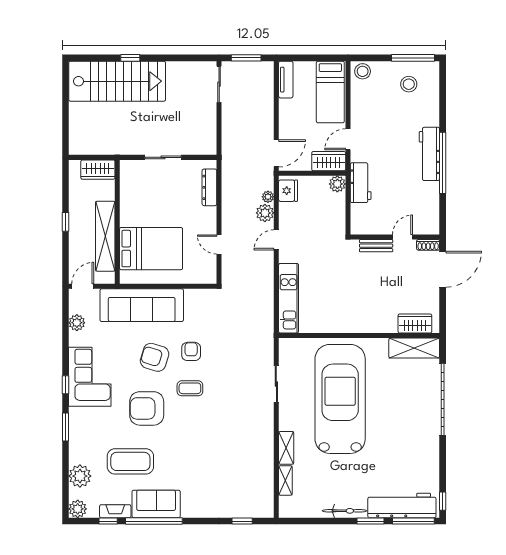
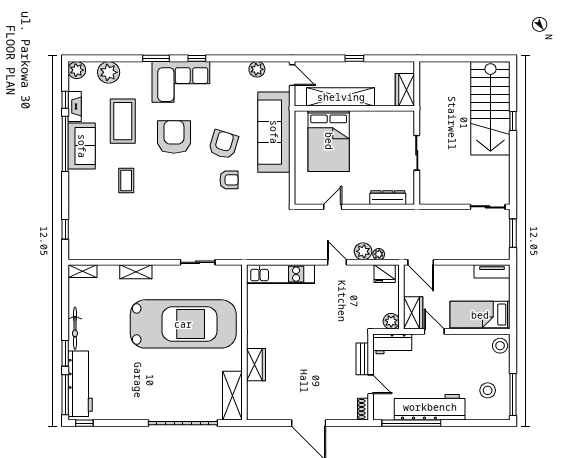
workbench: (429, 154) -> (430, 407), width x1.36, depth x1.32
wall: (395, 237) -> (371, 377), moved
door: (402, 237) -> (371, 384), moved
shoe rack: (428, 245) -> (363, 409), moved
bench: (376, 246) -> (362, 359), moved
wardrobe: (415, 324) -> (256, 365), moved
corner sofa: (90, 377) -> (181, 82), moved
coffee table: (190, 388) -> (126, 180), moved
shelving: (285, 480) -> (83, 271), moved

